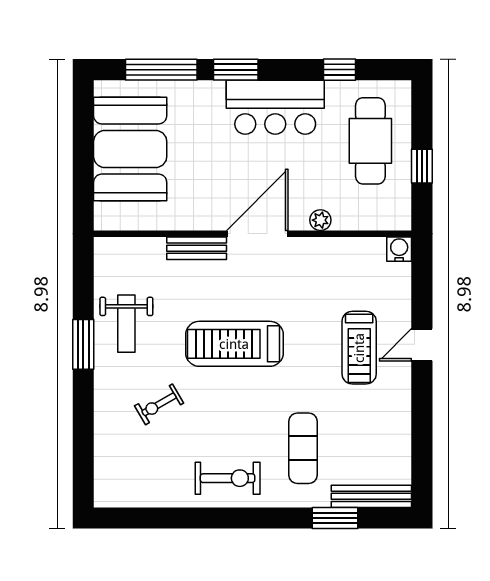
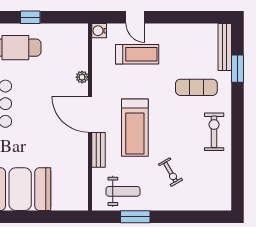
plant: (320, 220) -> (82, 77), moved
wall: (253, 234) -> (90, 117), moved
door: (257, 234) -> (90, 114), moved
bench: (197, 248) -> (99, 150), moved
water cooler: (399, 249) -> (99, 31), moved

